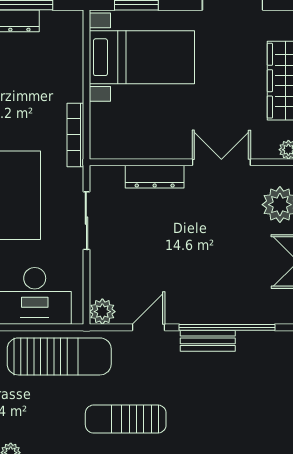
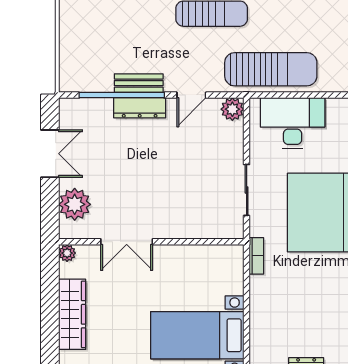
bookcase: (75, 135) -> (256, 256), width x0.64
dresser: (155, 177) -> (140, 108), moved, turned 180
sun lounger: (59, 356) -> (271, 69), turned 180

